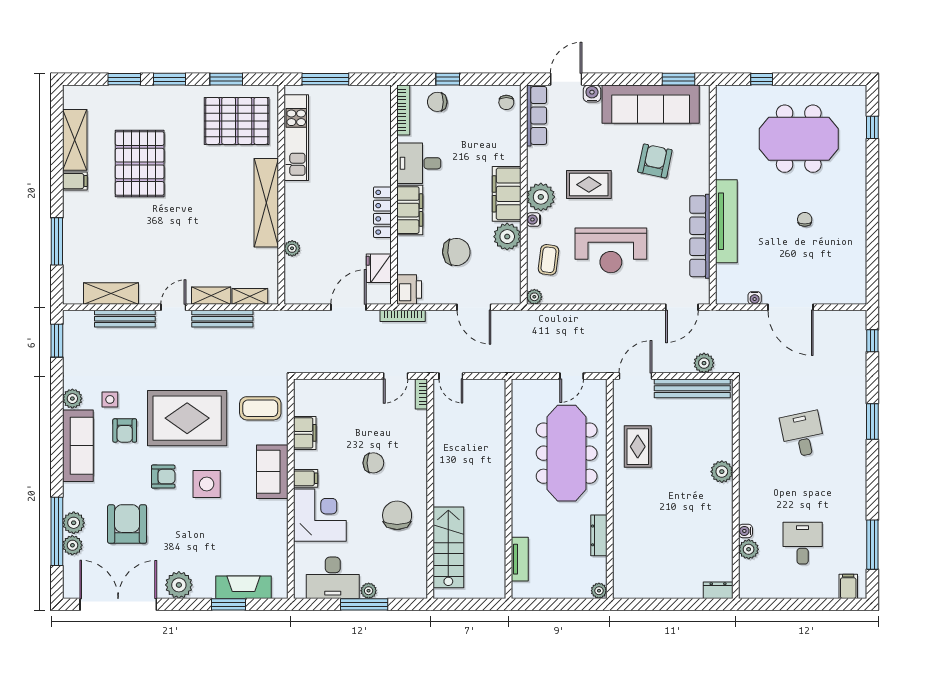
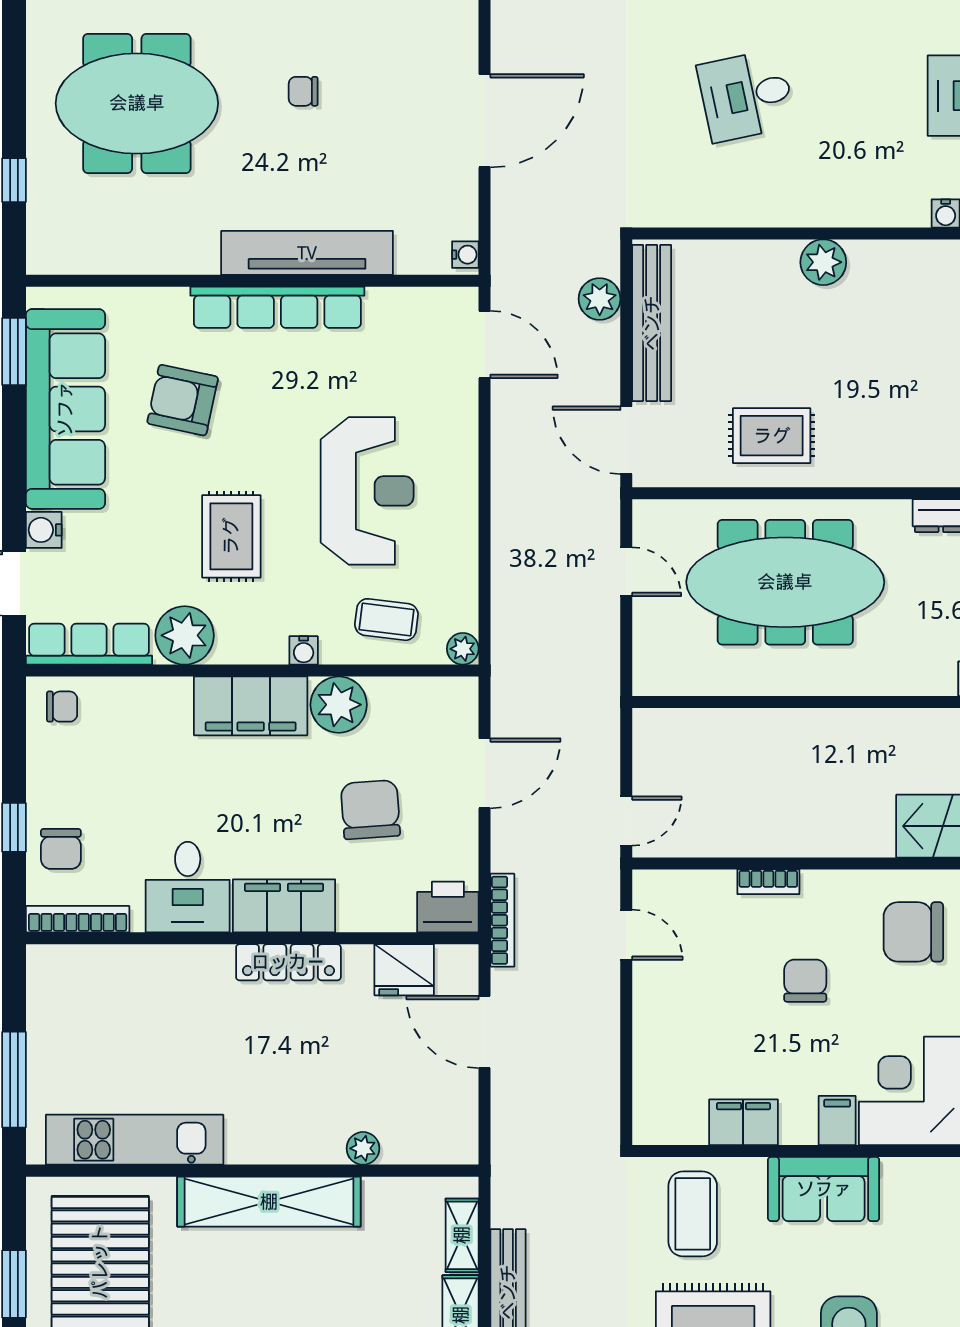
meeting table: (799, 139) -> (137, 103), turned 90
plant: (541, 197) -> (185, 635), moved
row of seats: (700, 236) -> (277, 307), moved
water cooler: (755, 298) -> (465, 255), moved
bookcase: (421, 394) -> (768, 882), moved

